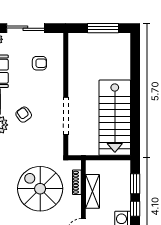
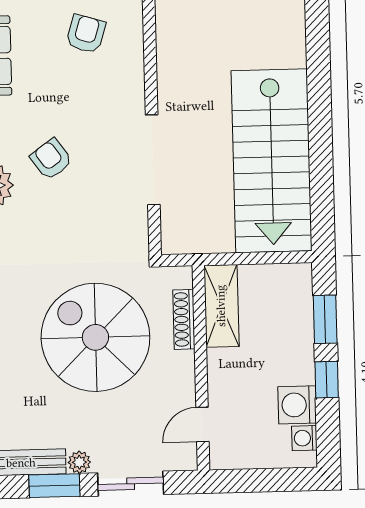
armchair: (39, 63) -> (86, 34), turned -73
shelving: (93, 191) -> (221, 306), moved

